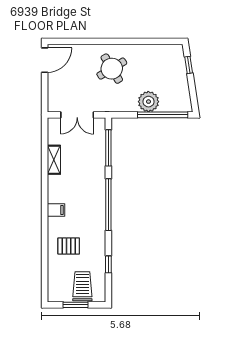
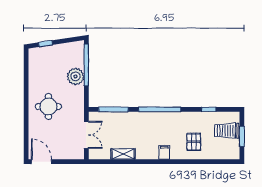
round table: (112, 69) -> (48, 107), turned 31

